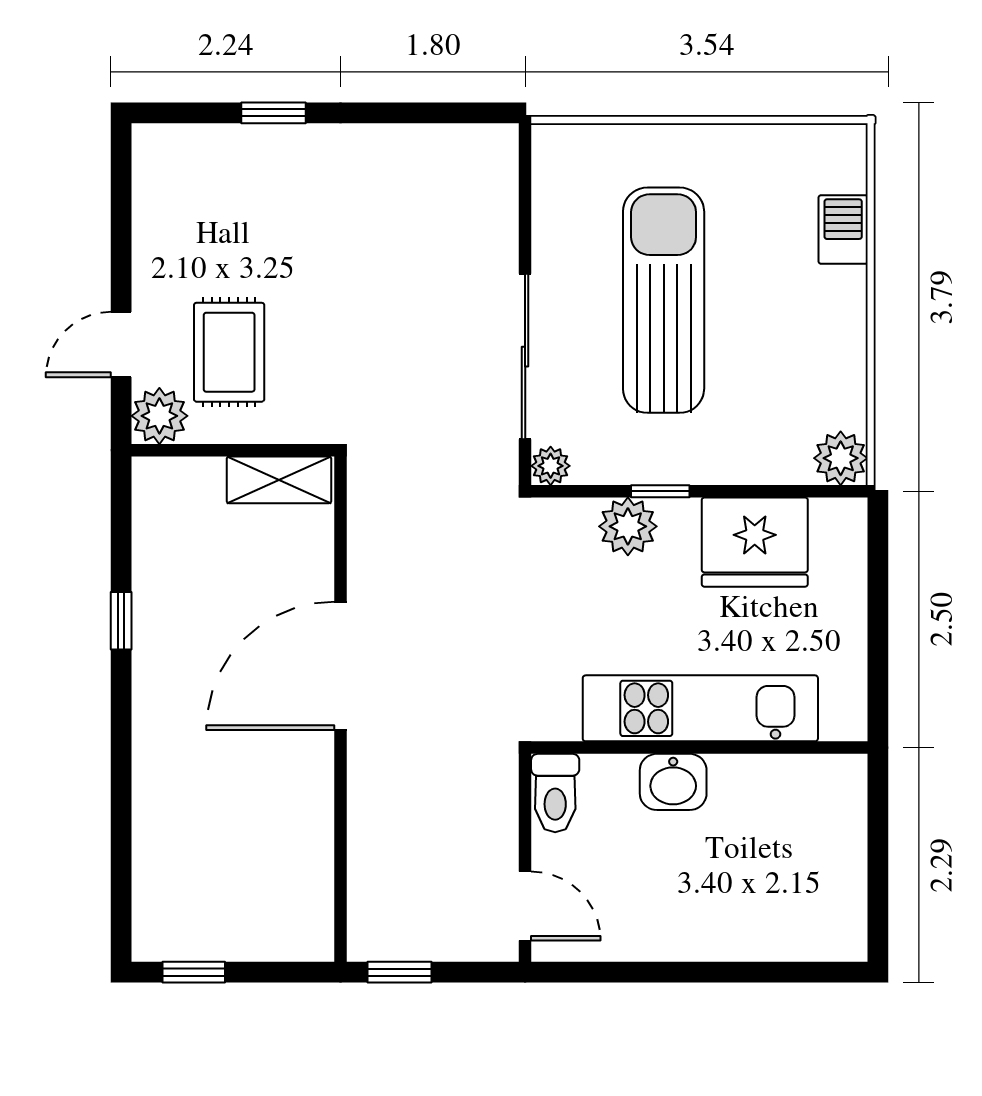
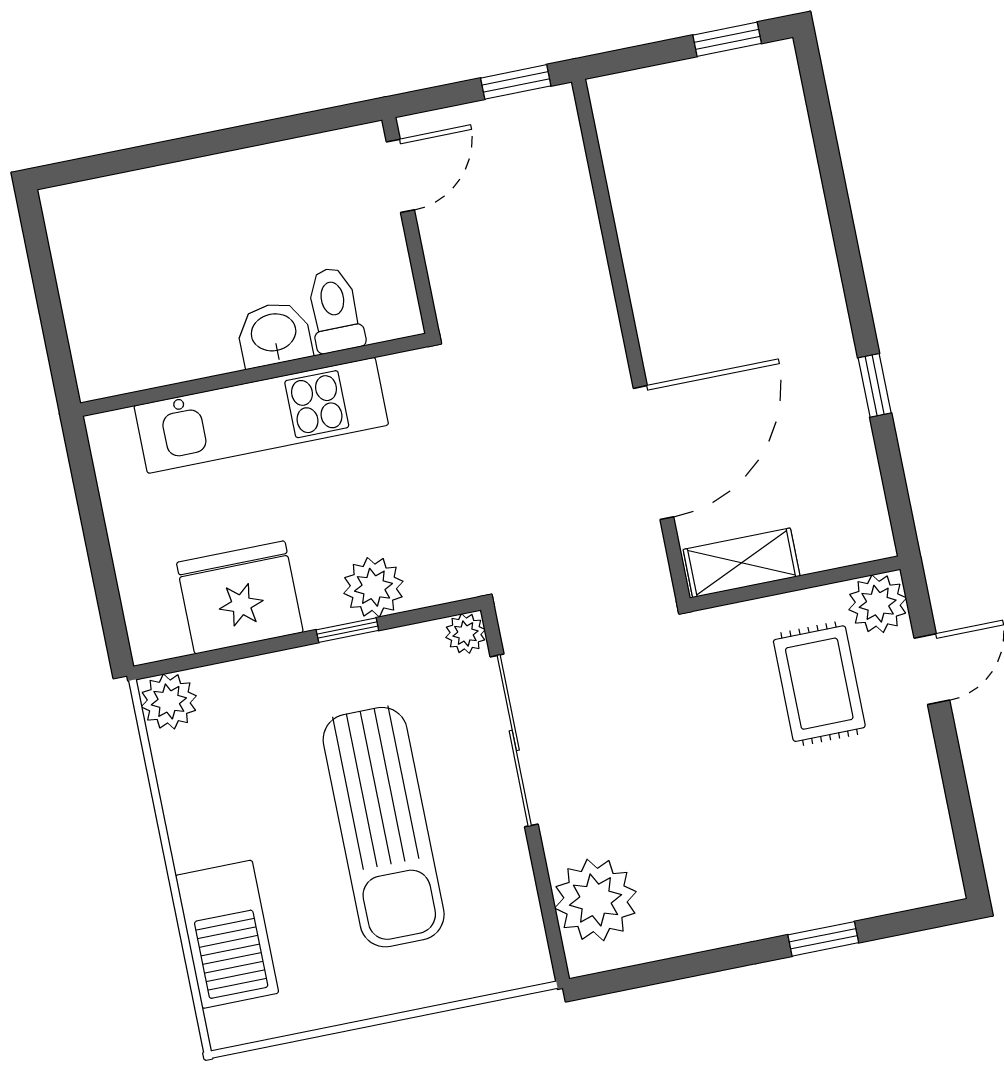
plant: (479, 192) -> (595, 900), added
barbecue: (843, 229) -> (227, 934), width x1.88, depth x1.53
door: (341, 666) -> (654, 453), moved
toilet: (555, 793) -> (335, 310), moved
door: (525, 906) -> (400, 176), swing flipped

